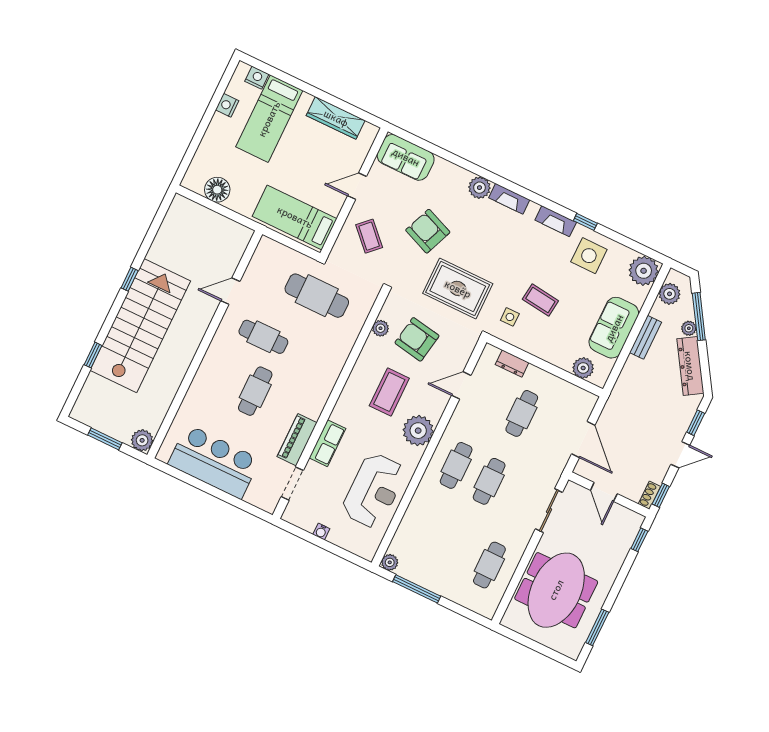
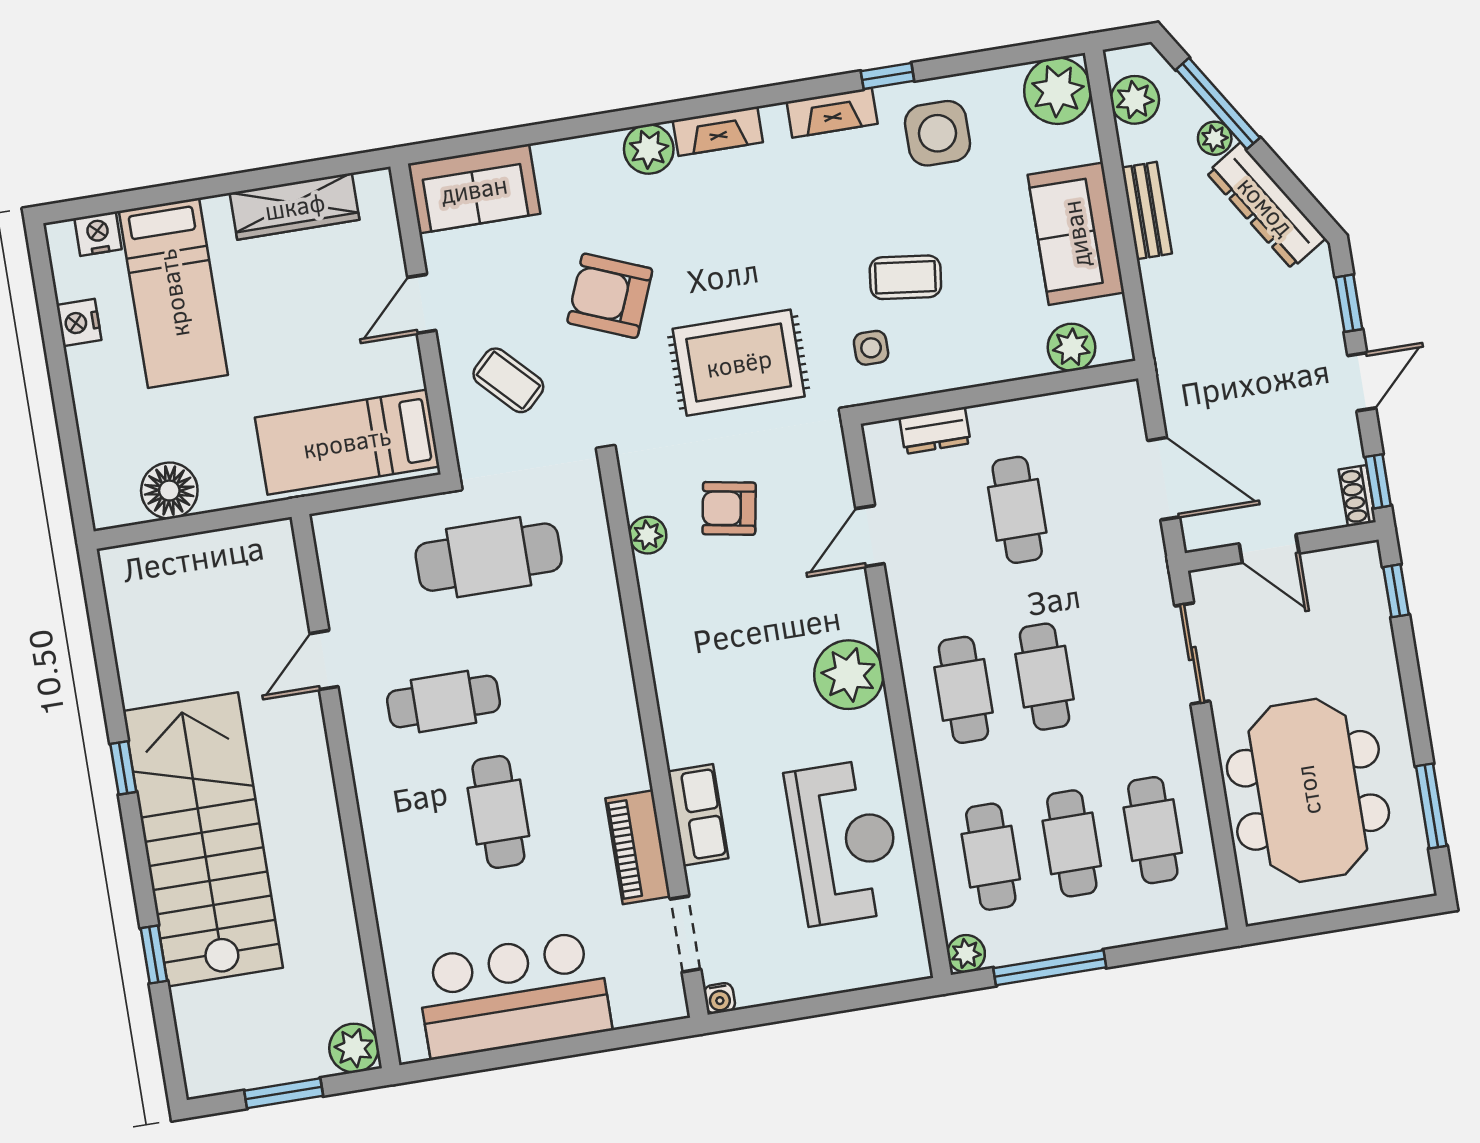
armchair: (417, 339) -> (729, 508), width x0.72, depth x0.72
coffee table: (389, 392) -> (746, 641), removed
water cooler: (321, 532) -> (719, 998), moved
cafe table: (423, 533) -> (991, 857), added
cafe table: (456, 549) -> (1072, 843), added

